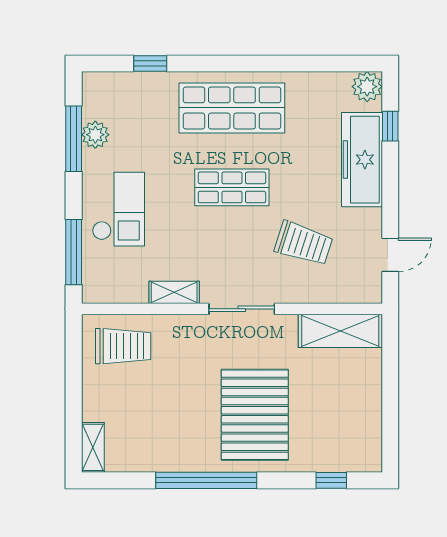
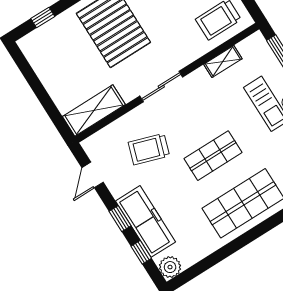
window: (390, 182) -> (120, 219), added
shelving: (174, 292) -> (223, 62), moved

